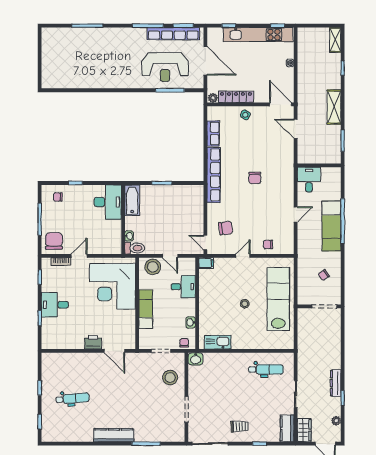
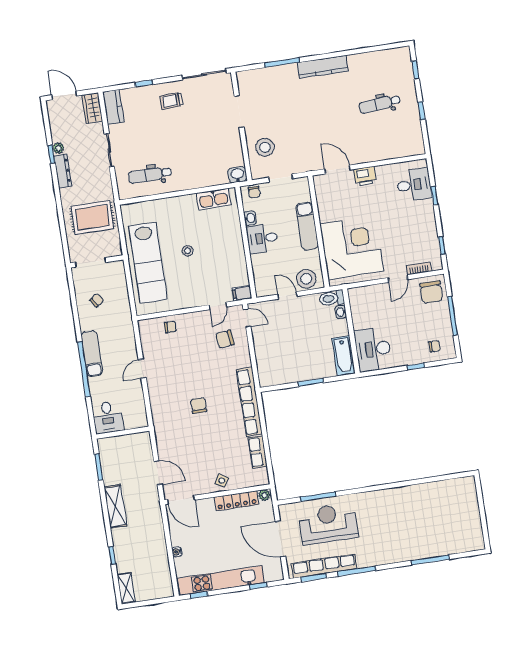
desk: (309, 180) -> (108, 417), moved
exam couch: (332, 226) -> (92, 354), width x0.73, depth x0.69
door: (243, 256) -> (218, 306), moved
desk: (183, 287) -> (262, 238), moved
desk: (55, 305) -> (414, 185), moved
rug: (317, 342) -> (92, 217), added
plant: (336, 421) -> (58, 148), moved

